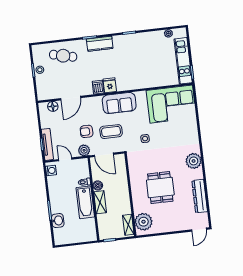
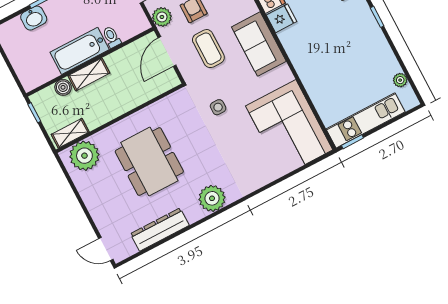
boiler: (98, 185) -> (63, 87), moved
dining table: (160, 188) -> (149, 162), width x1.38

